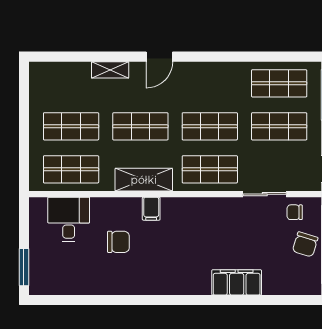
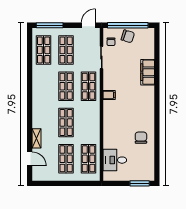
door: (159, 57) -> (30, 159), moved
shelving: (144, 180) -> (94, 121), removed
filing cabinet: (151, 209) -> (109, 95), moved
chair: (118, 242) -> (141, 138), moved

